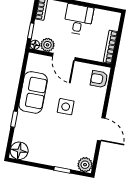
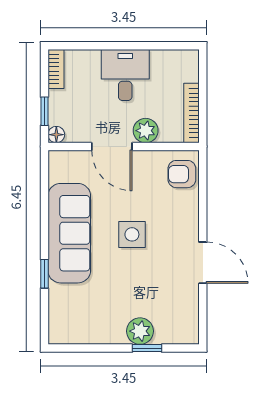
plant: (47, 45) -> (146, 131), moved
sofa: (33, 92) -> (69, 233), width x1.36
floor lamp: (19, 151) -> (64, 328), removed
plant: (85, 165) -> (140, 331), moved

